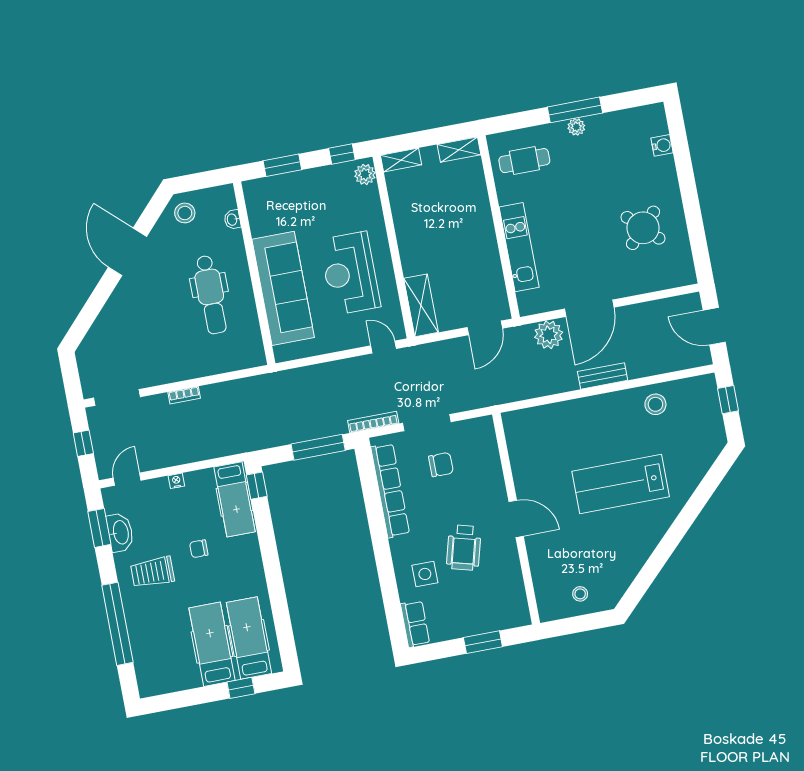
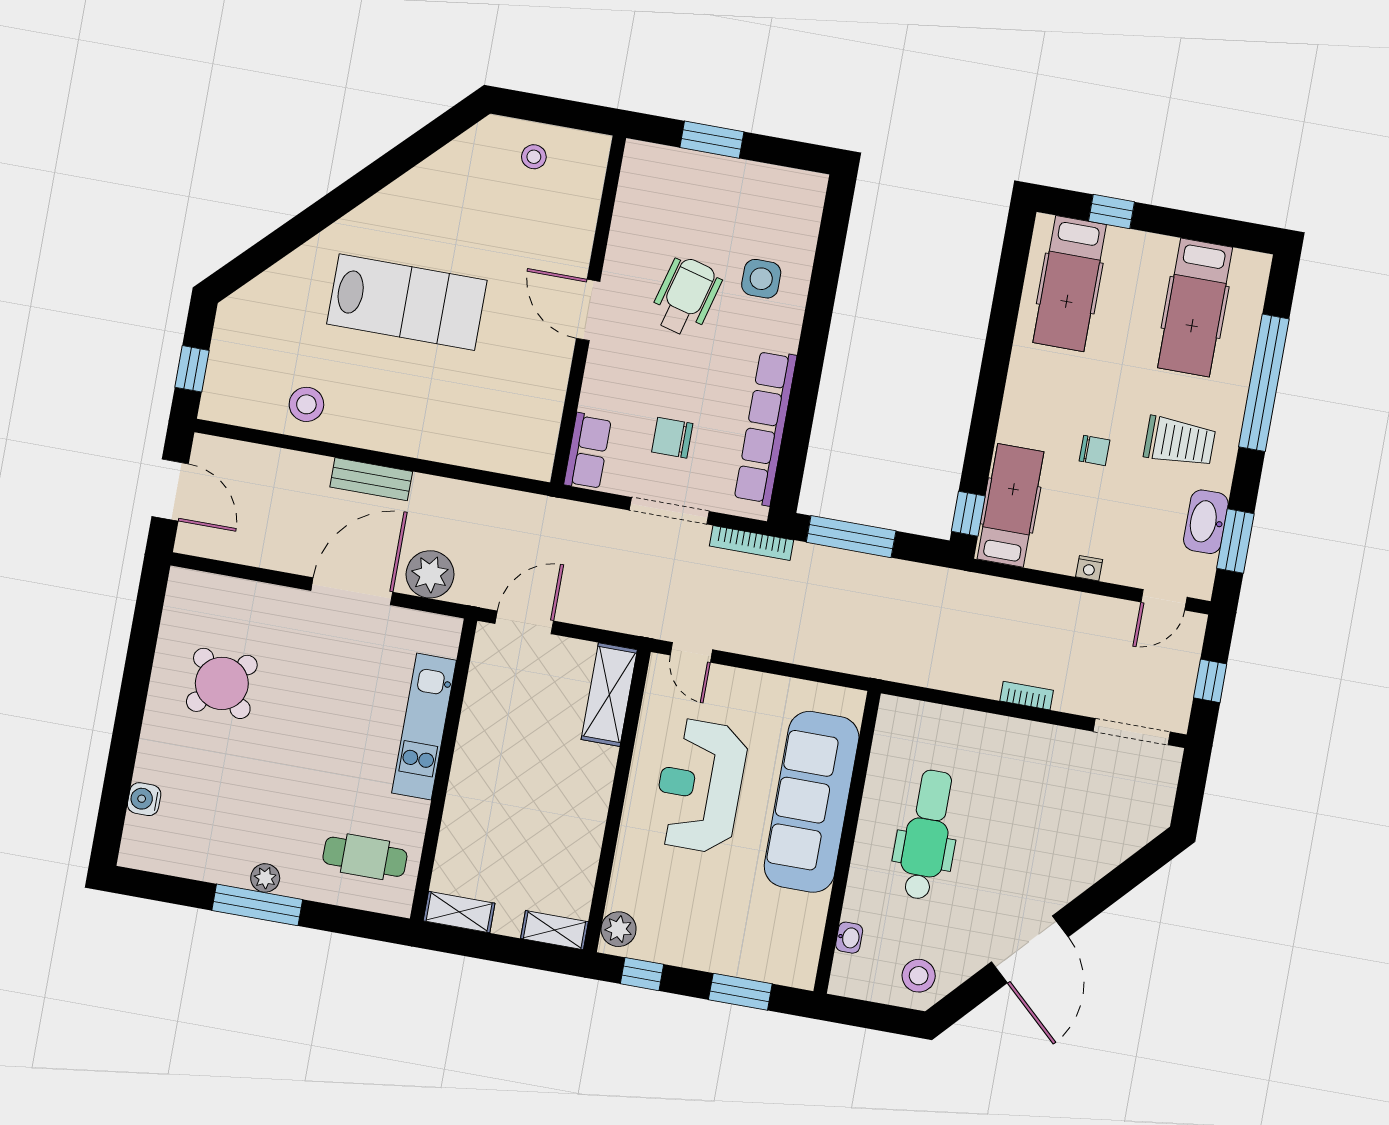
reception desk: (350, 273) -> (700, 786), turned 180
row of seats: (415, 624) -> (588, 452), moved, turned 180
hospital bed: (212, 644) -> (1195, 307), moved

